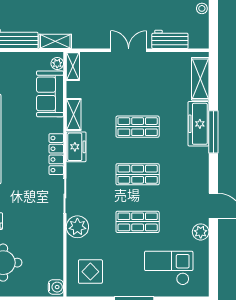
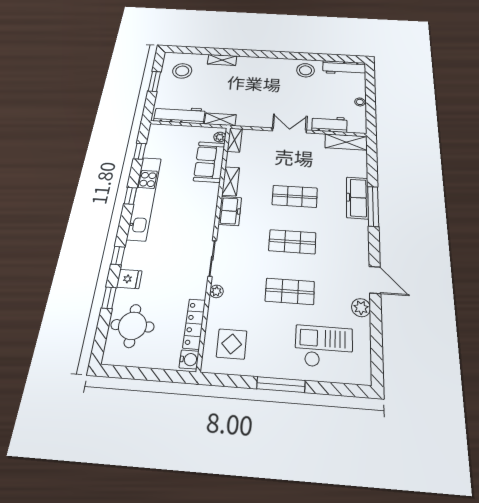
shelving: (200, 79) -> (346, 142), moved, turned 90
locker: (56, 154) -> (194, 324), moved
plant: (77, 227) -> (216, 291), width x0.53, depth x0.53

